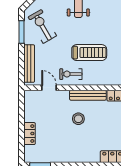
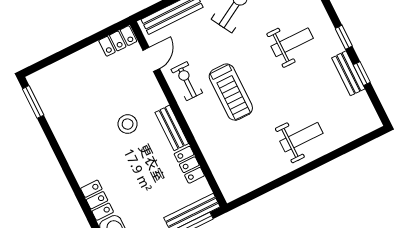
bench: (88, 95) -> (172, 128), width x0.73
locker: (30, 134) -> (118, 41), moved

